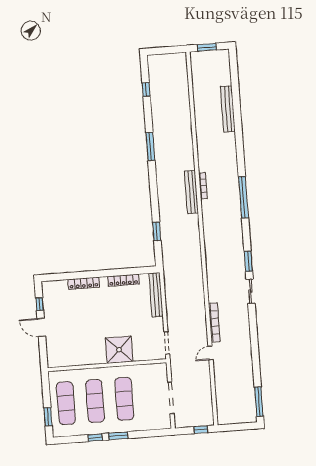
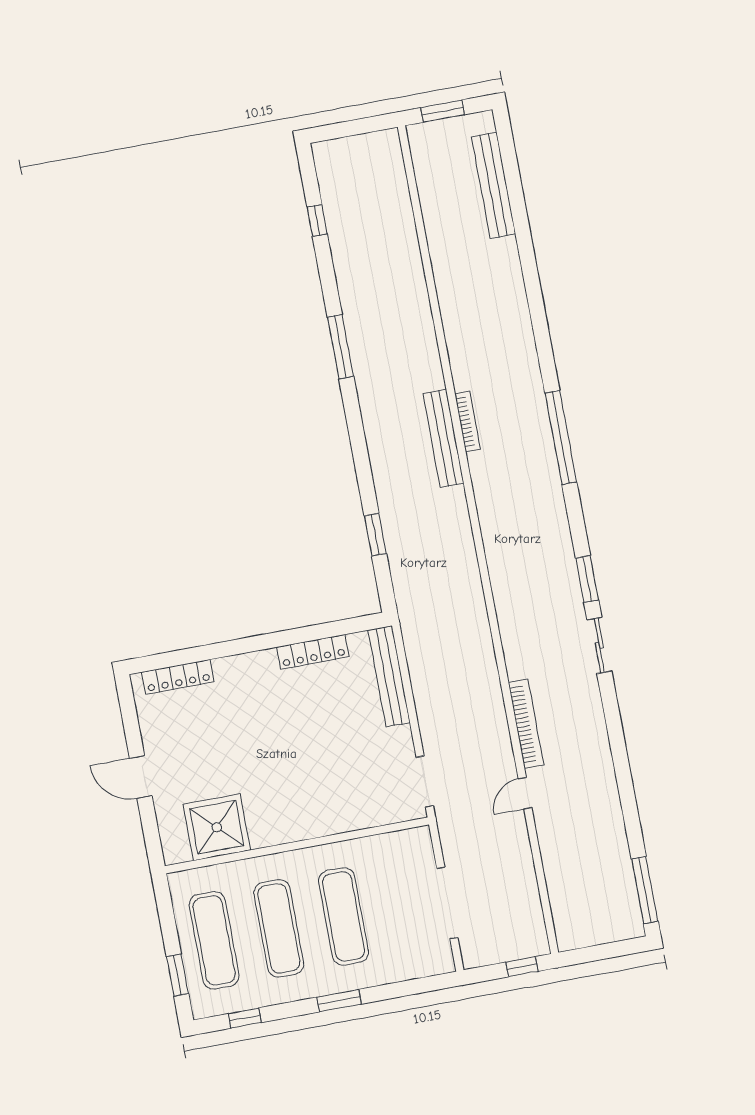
bench: (228, 109) -> (494, 185), moved
locker: (84, 283) -> (178, 677), moved
window: (40, 304) -> (131, 726), removed
shower: (119, 350) -> (217, 827), moved
window: (95, 438) -> (245, 1018), moved

